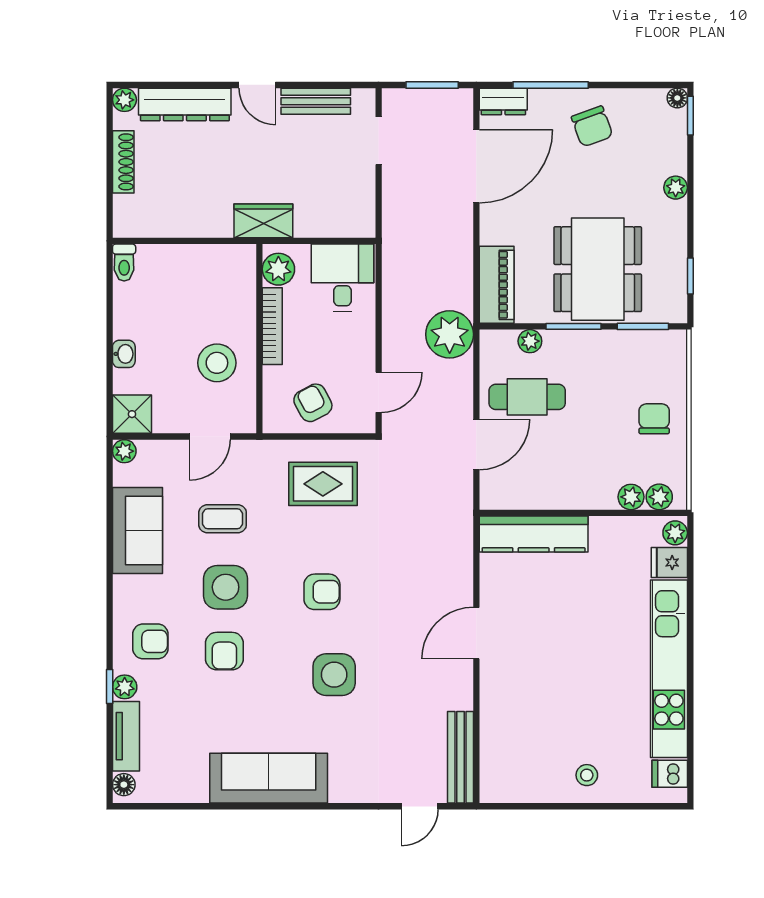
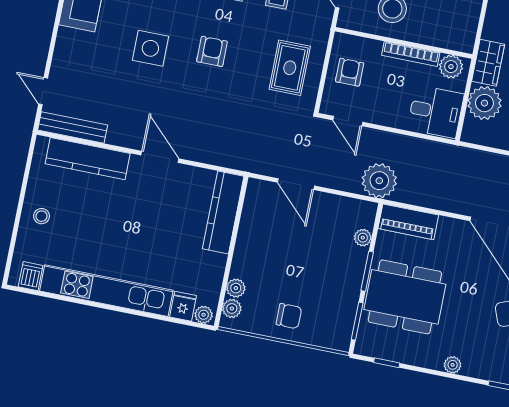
plant: (318, 215) -> (484, 103), added
cafe table: (527, 397) -> (323, 228), removed
armchair: (313, 403) -> (350, 72), turned -62
armchair: (322, 592) -> (212, 51), turned 180
kitchen counter: (498, 729) -> (88, 159), added

